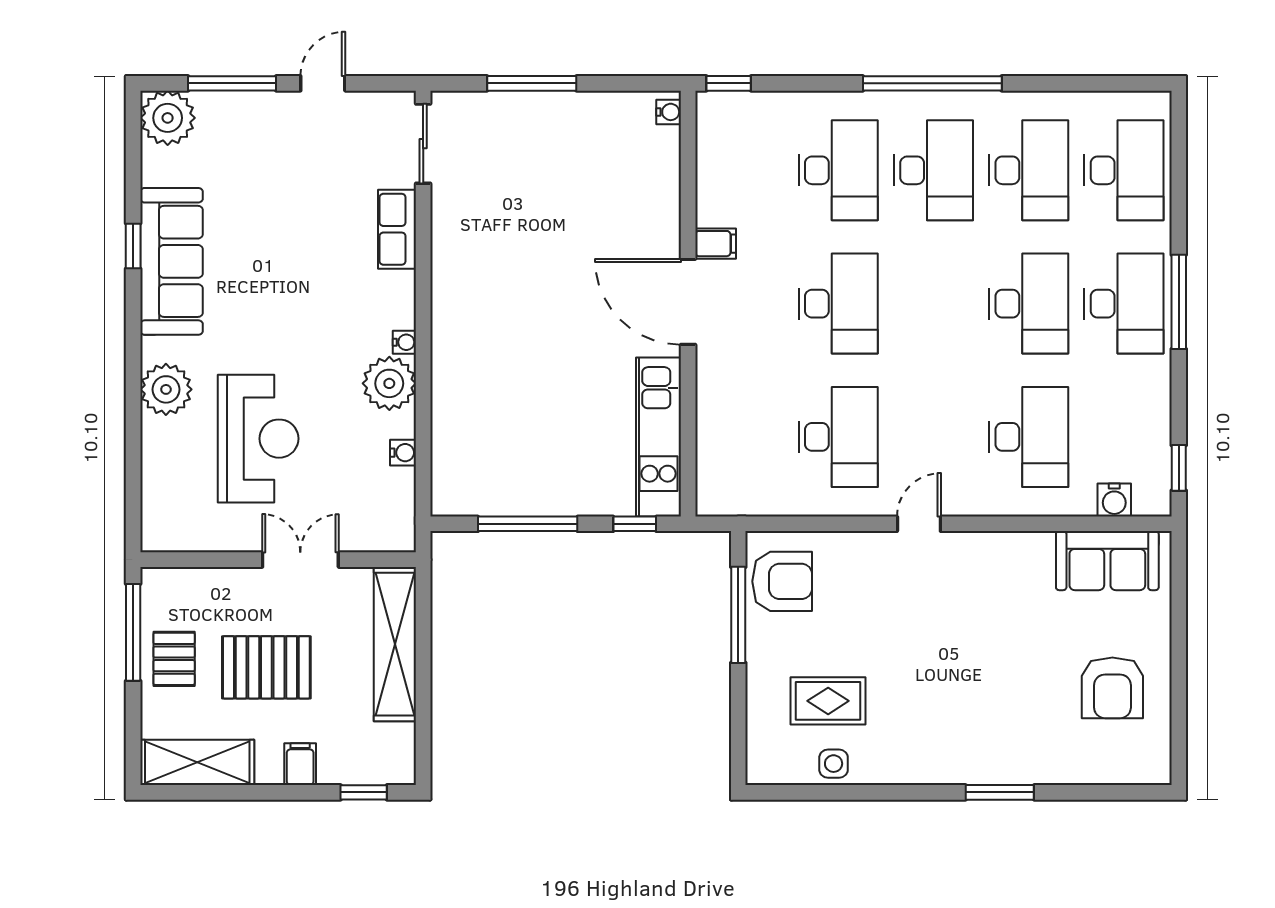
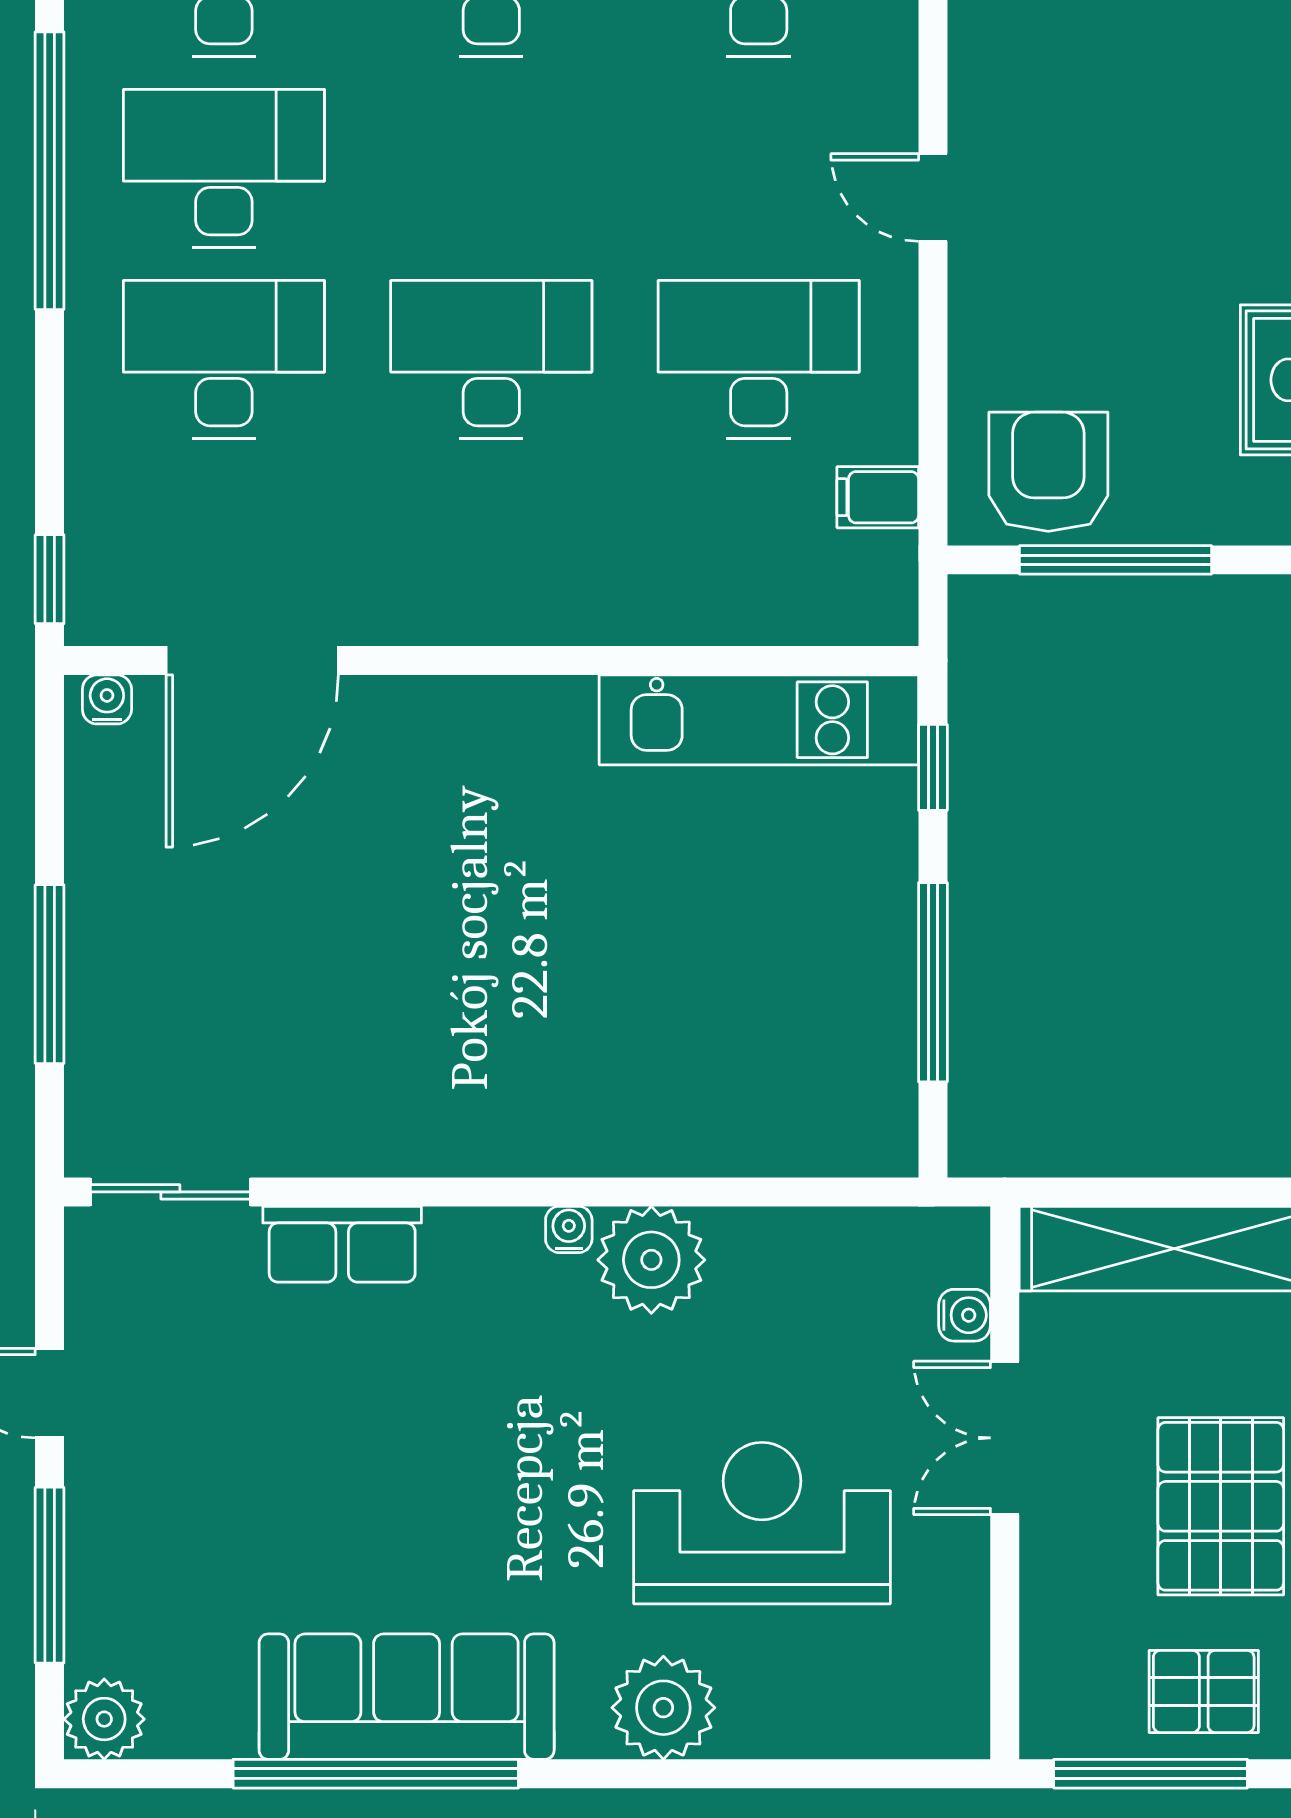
plant: (168, 118) -> (104, 1719), width x0.73, depth x0.73
filing cabinet: (716, 244) -> (878, 497), moved, turned -90
window: (133, 246) -> (376, 1774), width x3.17
door: (688, 302) -> (252, 660), moved
water cooler: (403, 453) -> (965, 1315), moved, turned 90

